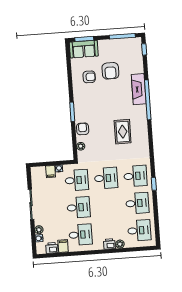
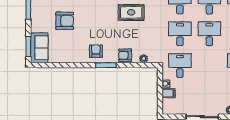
armchair: (89, 77) -> (96, 51), moved
desk: (79, 207) -> (209, 34), moved

